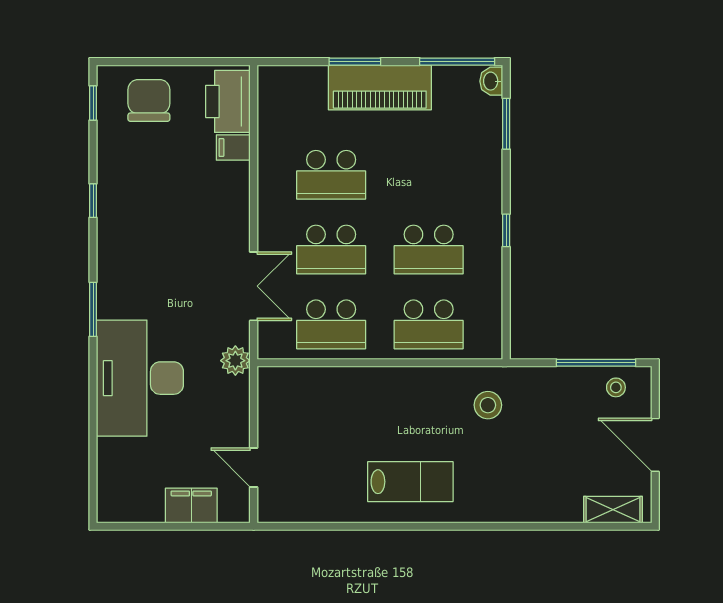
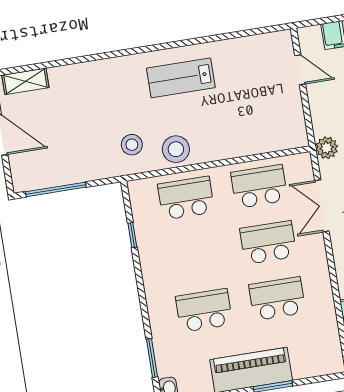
window: (506, 230) -> (132, 235), moved
school desk: (429, 250) -> (204, 310), moved
stool: (616, 387) -> (176, 149), moved, width x1.89, depth x1.89

